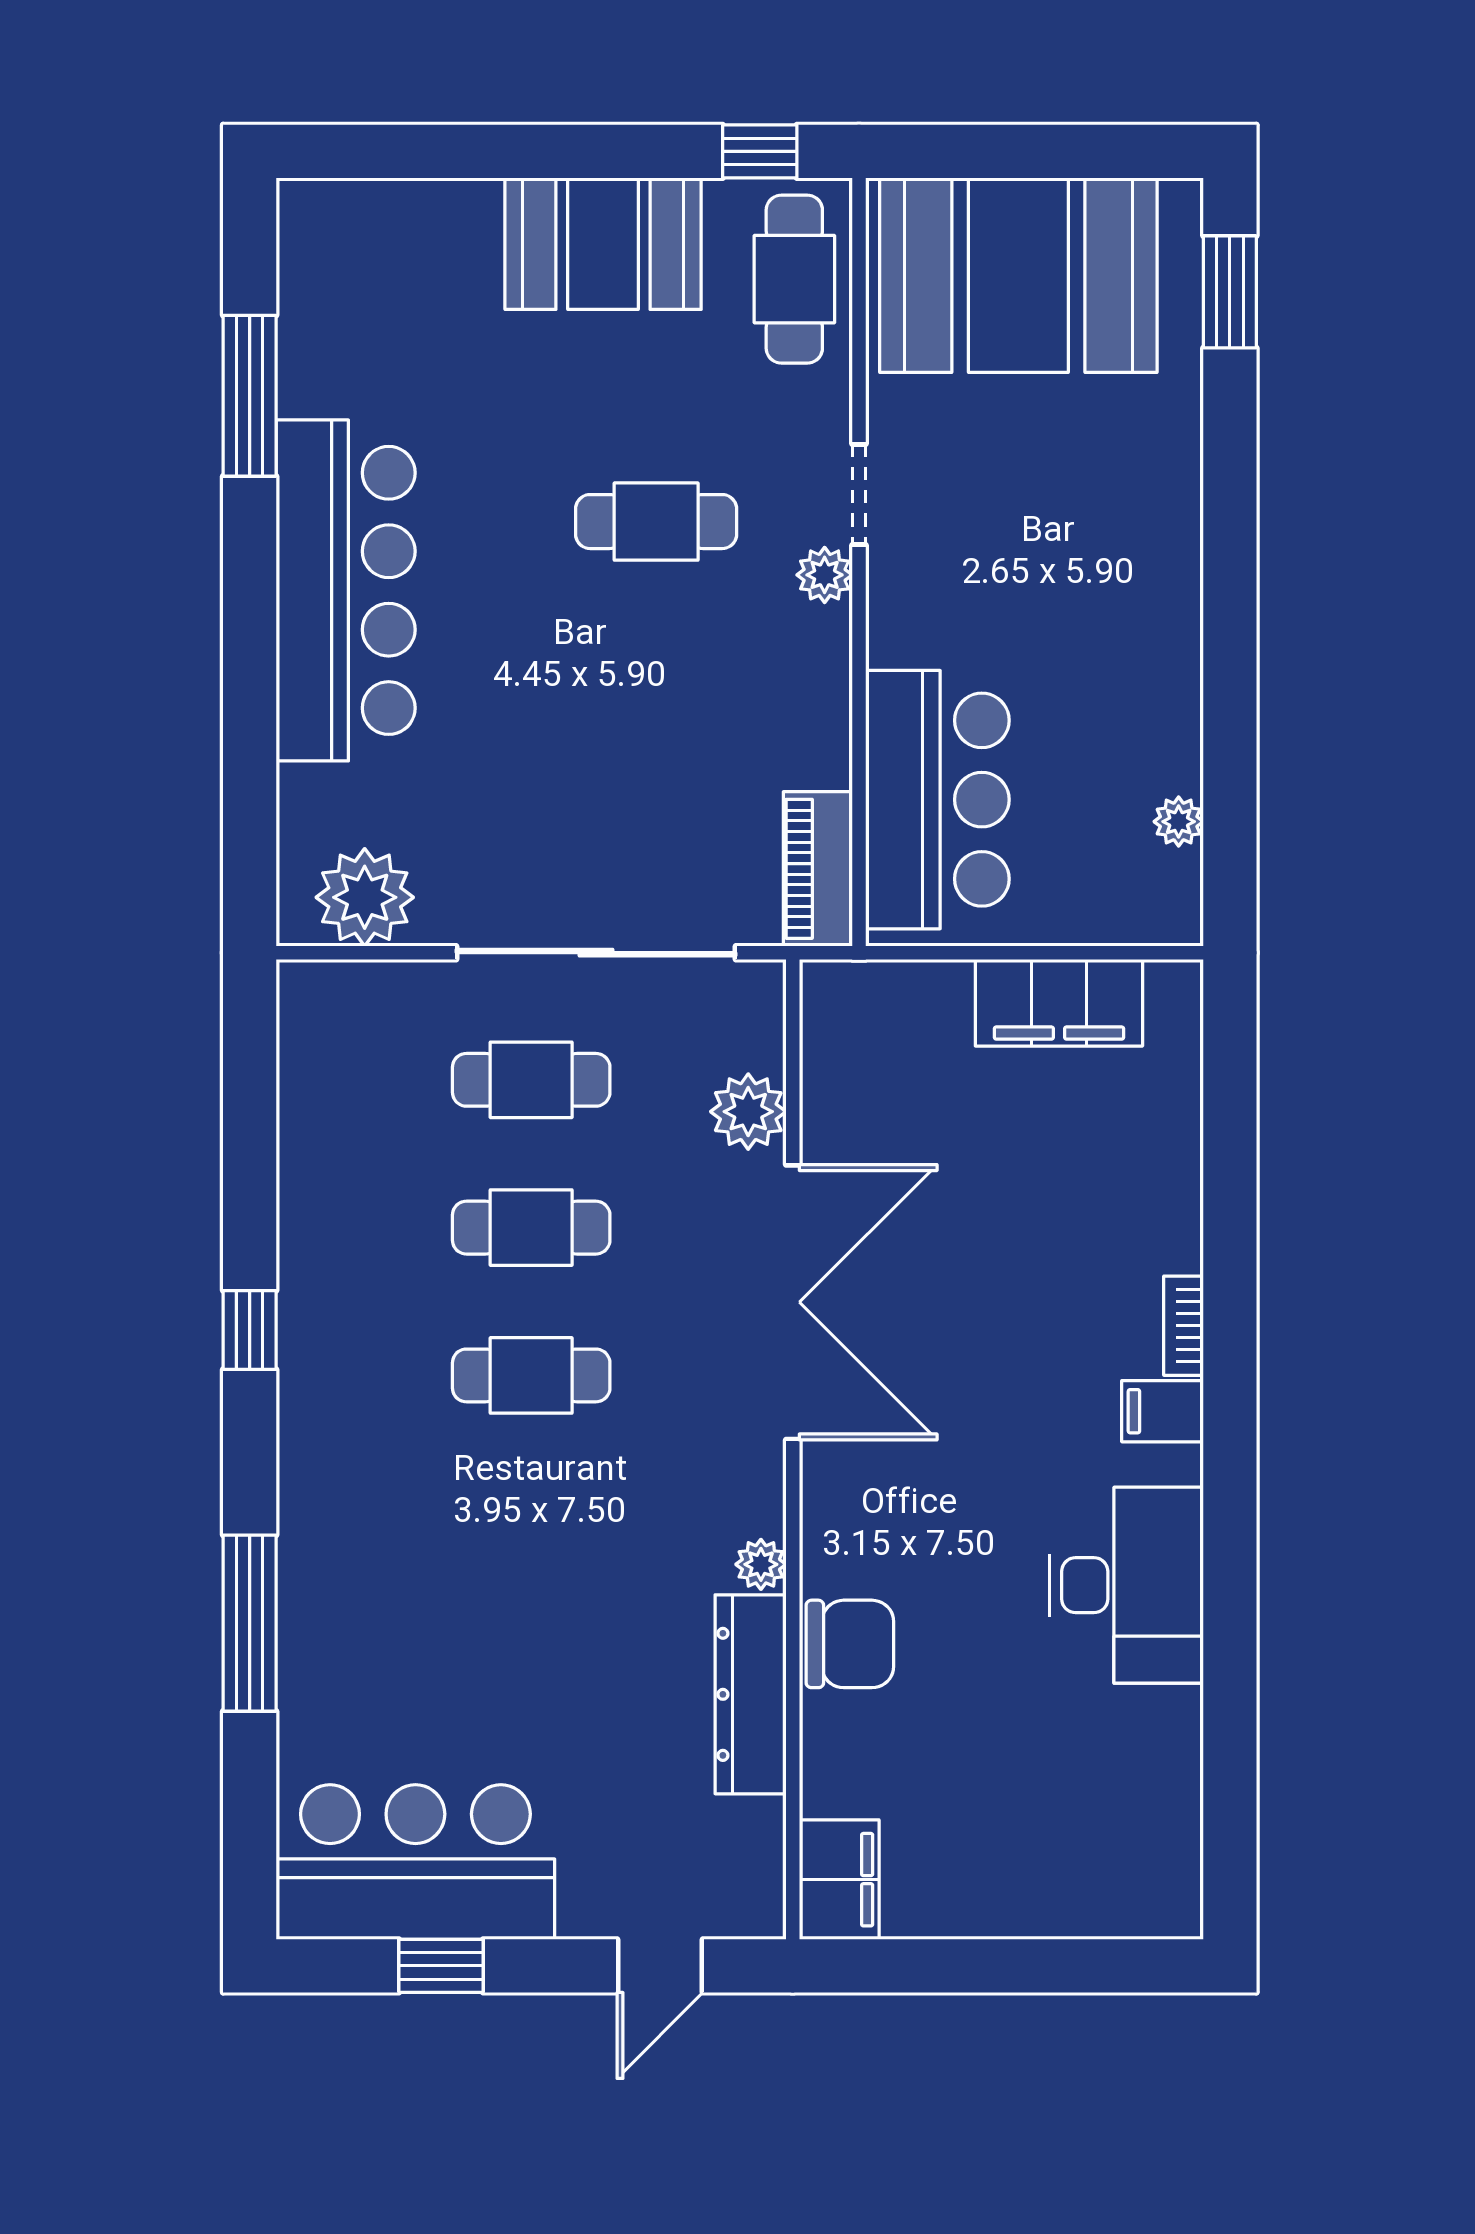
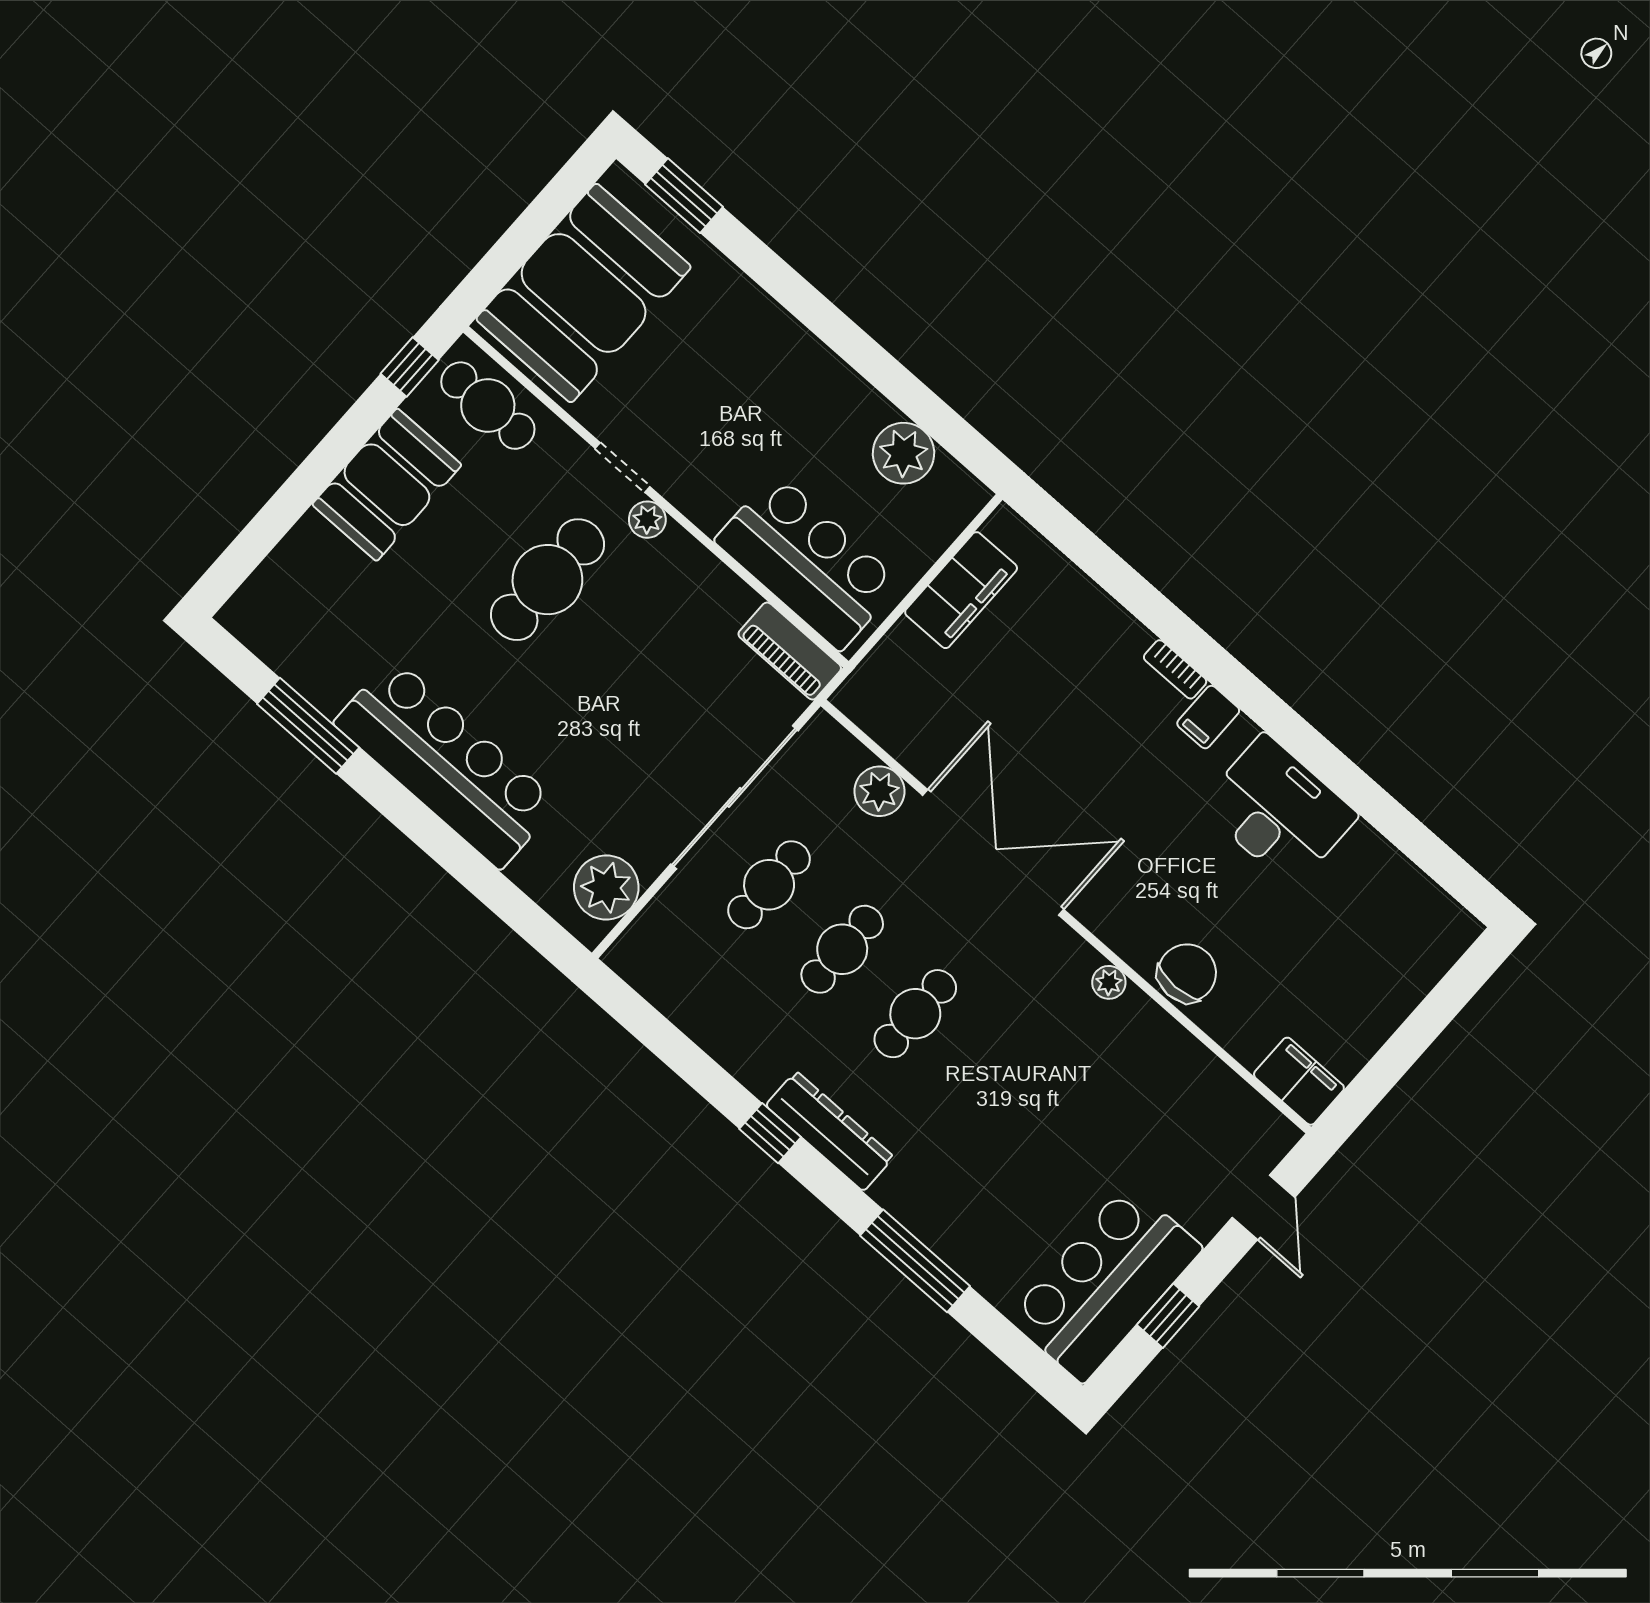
cafe table: (656, 522) -> (547, 580), width x1.37, depth x1.35
plant: (1179, 822) -> (903, 453), width x1.87, depth x1.87
dresser: (751, 1694) -> (830, 1131), moved, turned 180

